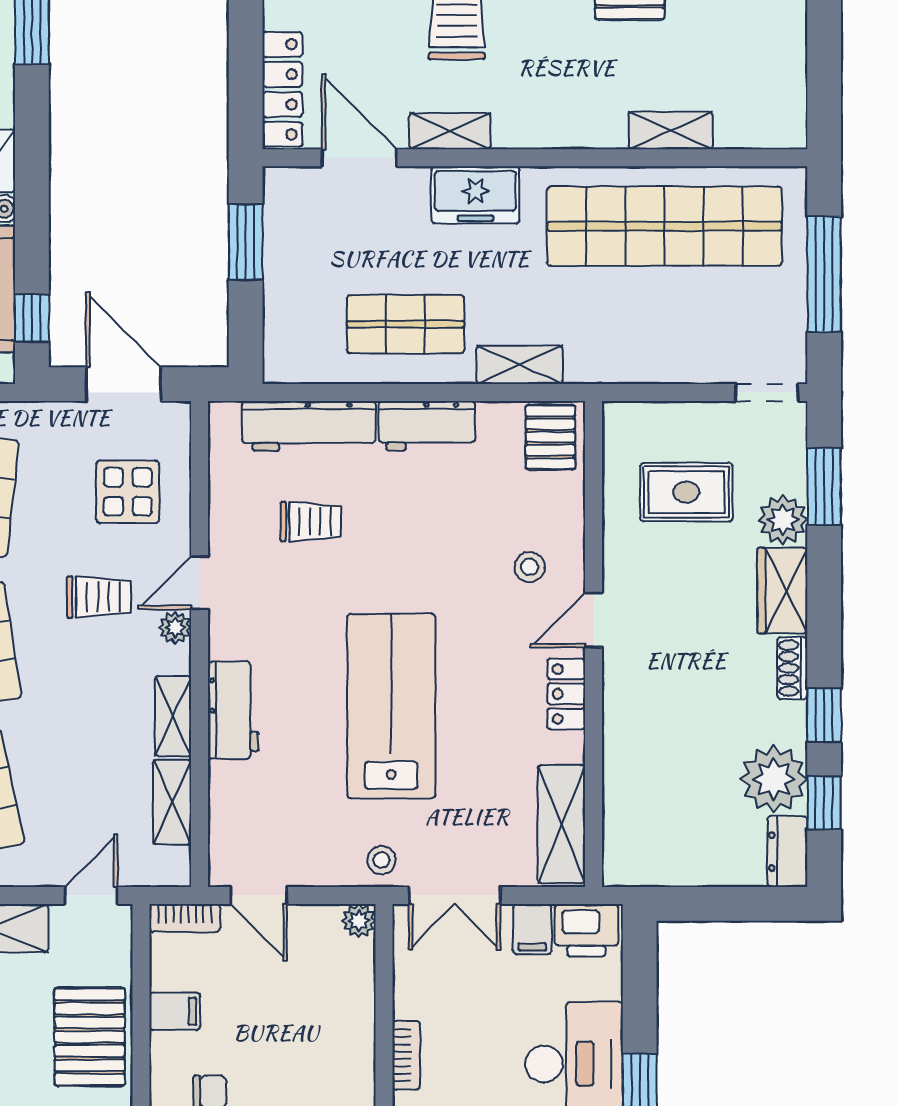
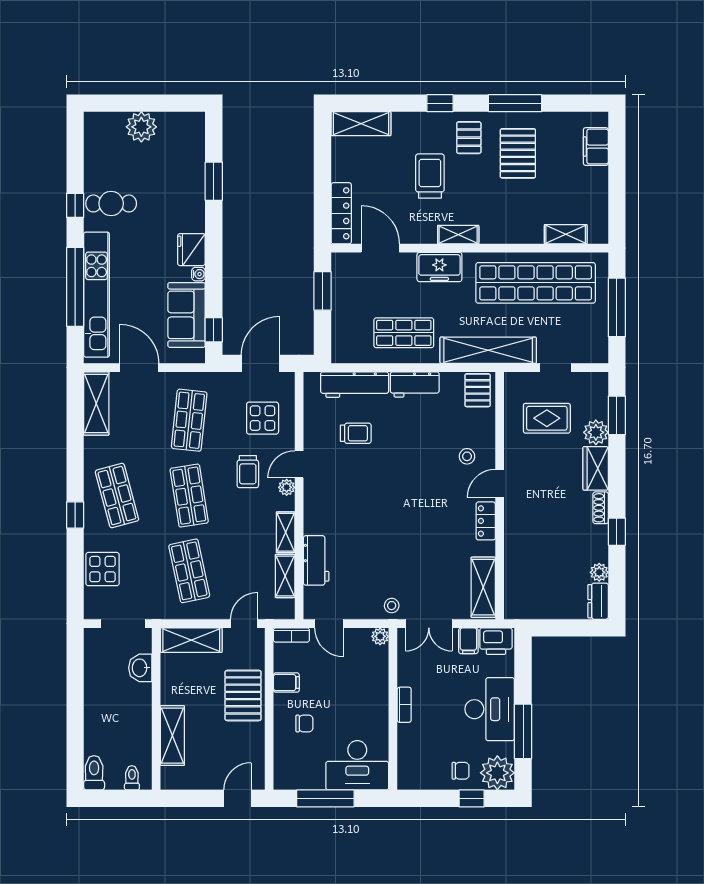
shelving: (450, 131) -> (458, 235), moved
shelving: (671, 131) -> (566, 234), moved
shelving: (520, 365) -> (488, 350), width x2.20, depth x1.33
door: (124, 384) -> (260, 363), hinge flipped
doorway: (767, 393) -> (555, 368), moved
trolley: (99, 597) -> (248, 472), turned 90
lab bench: (391, 706) -> (397, 527), removed
workbench: (233, 710) -> (316, 560), moved
plant: (774, 779) -> (599, 572), width x0.53, depth x0.53
window: (824, 803) -> (617, 576), removed

